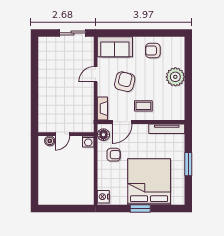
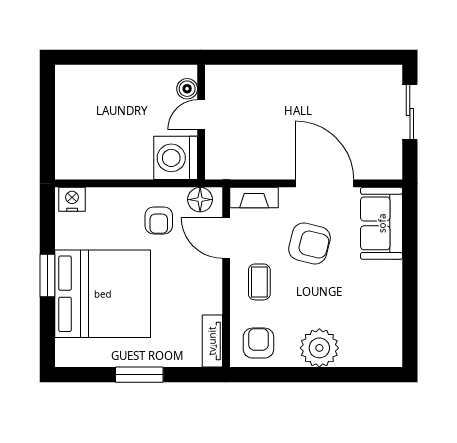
sliding door: (73, 33) -> (410, 112), moved
armchair: (153, 51) -> (258, 343), moved
door: (96, 74) -> (325, 183), width x1.87
tv unit: (167, 129) -> (212, 341), width x0.71
door: (62, 134) -> (201, 115), hinge flipped
washing machine: (88, 142) -> (176, 158), width x1.89, depth x1.89

